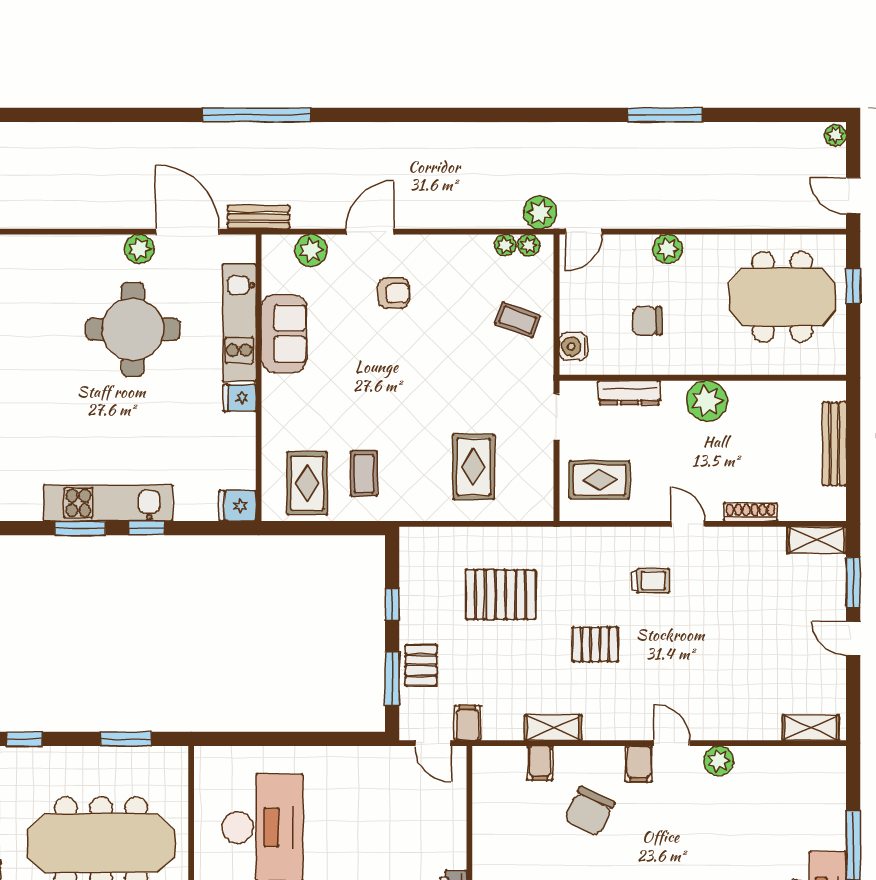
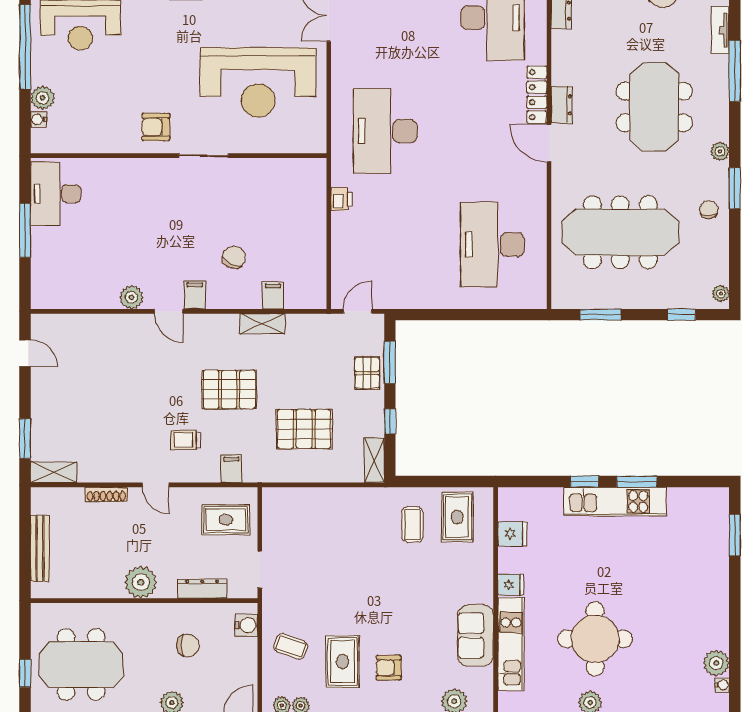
rug: (474, 467) -> (342, 662), moved
fridge: (237, 506) -> (512, 534), moved
door: (853, 638) -> (25, 353), moved
pallet: (595, 644) -> (229, 389), width x1.50, depth x1.42
filing cabinet: (467, 723) -> (231, 469), moved, turned 180
shelving: (811, 728) -> (374, 460), moved, turned 90
door: (433, 743) -> (358, 311), hinge flipped
chair: (589, 811) -> (234, 257), width x0.73, depth x0.73

